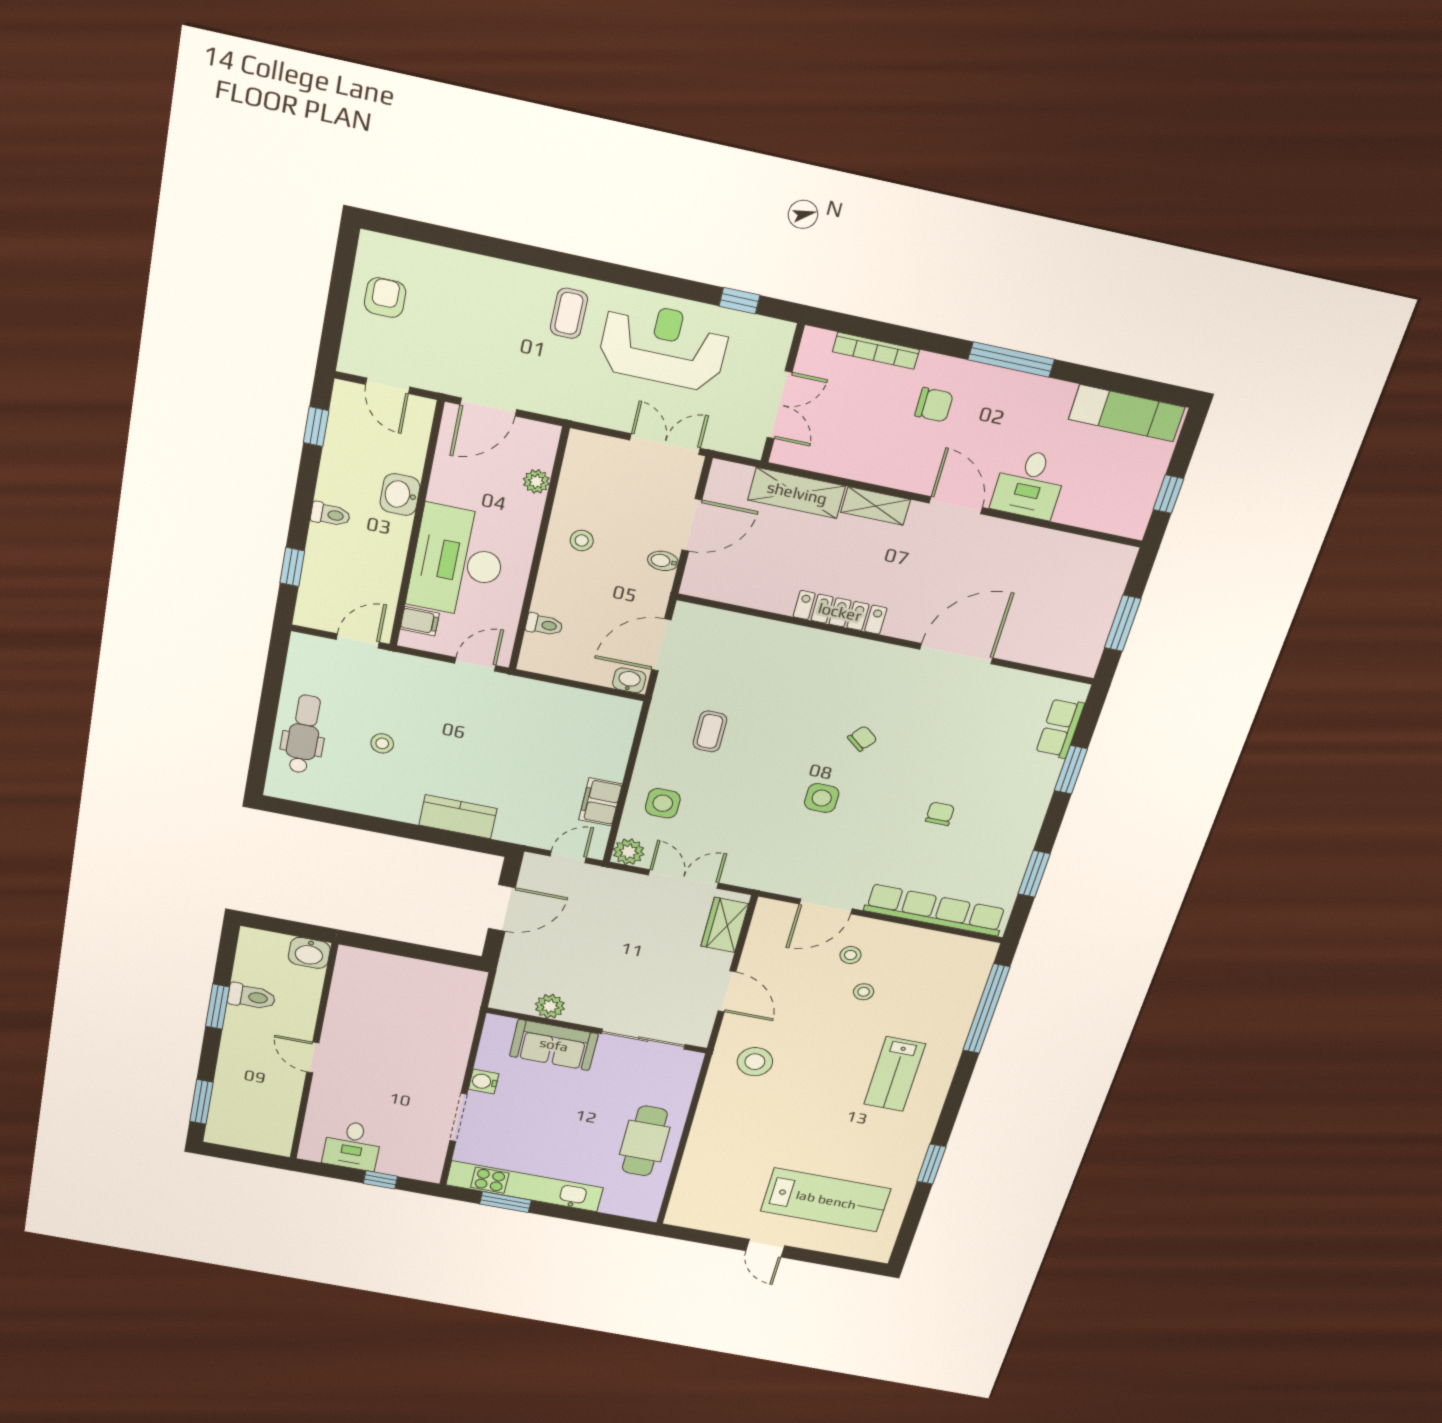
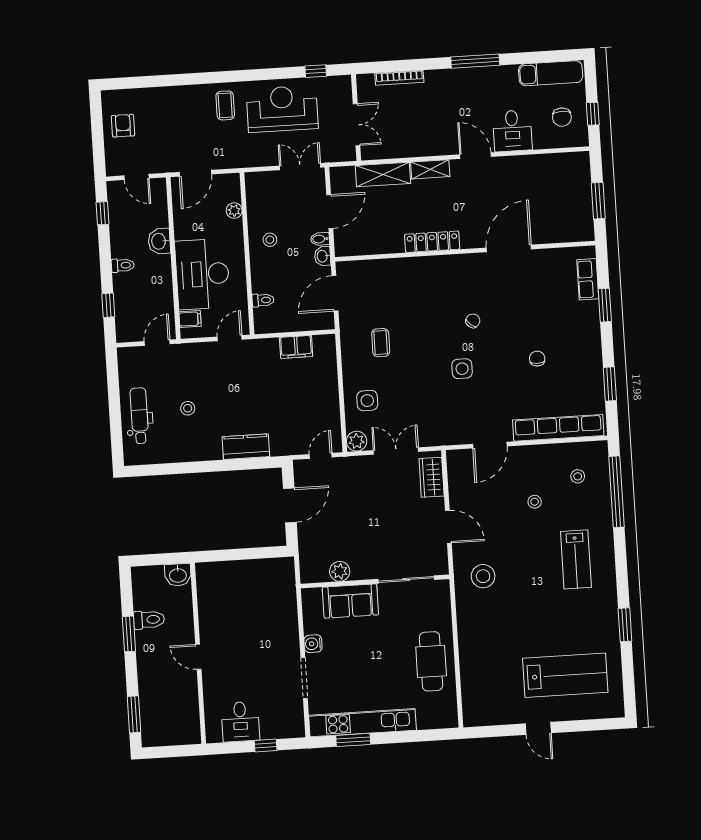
chair: (934, 405) -> (562, 117), moved, turned 90
washbasin: (629, 680) -> (323, 256), moved, turned -90
filing cabinet: (600, 802) -> (296, 347), moved, turned -90
stool: (851, 955) -> (578, 476), moved

